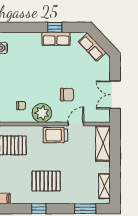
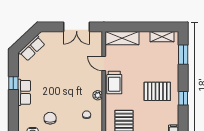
row of seats: (56, 39) -> (24, 92), moved
chair: (67, 95) -> (50, 118), moved
plant: (42, 113) -> (98, 95), width x0.53, depth x0.53
pallet: (46, 181) -> (157, 91), turned 90

